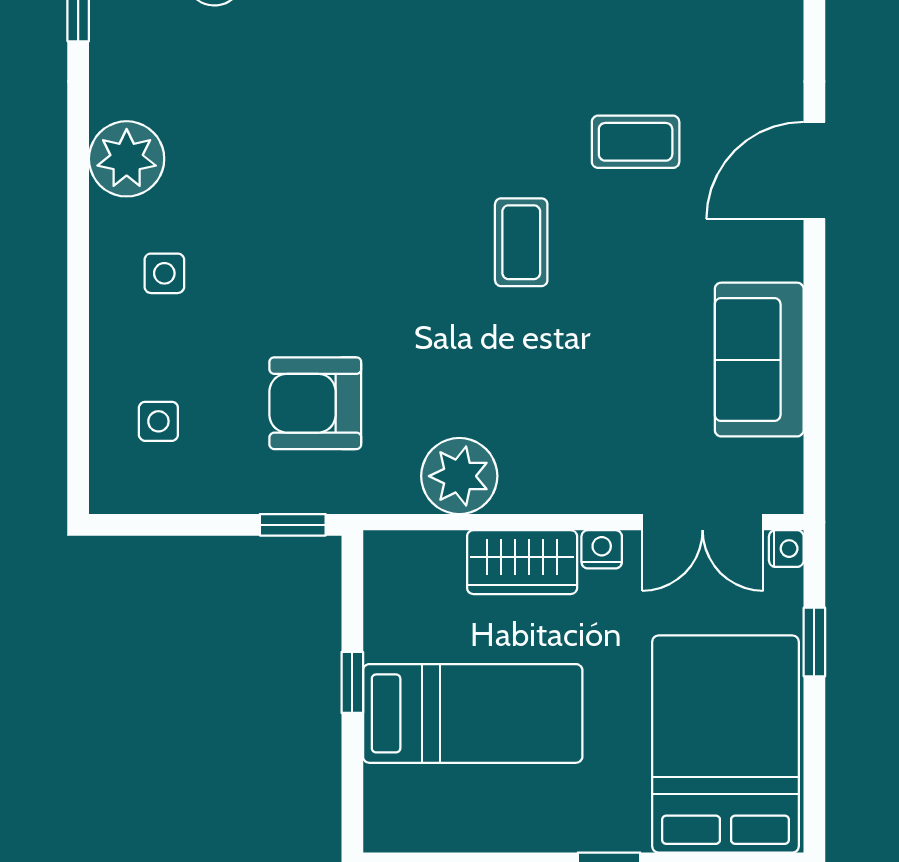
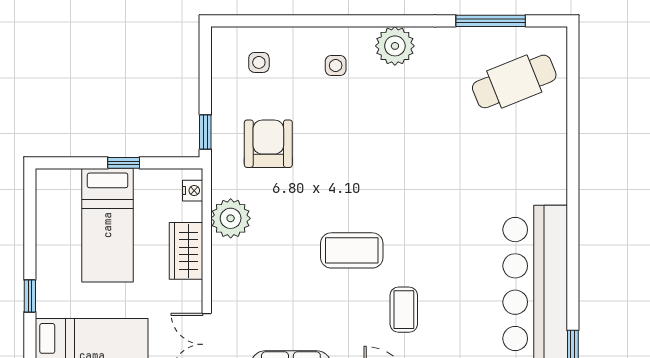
coffee table: (521, 242) -> (352, 250), width x1.36, depth x1.30
nightstand: (602, 549) -> (193, 191), moved

